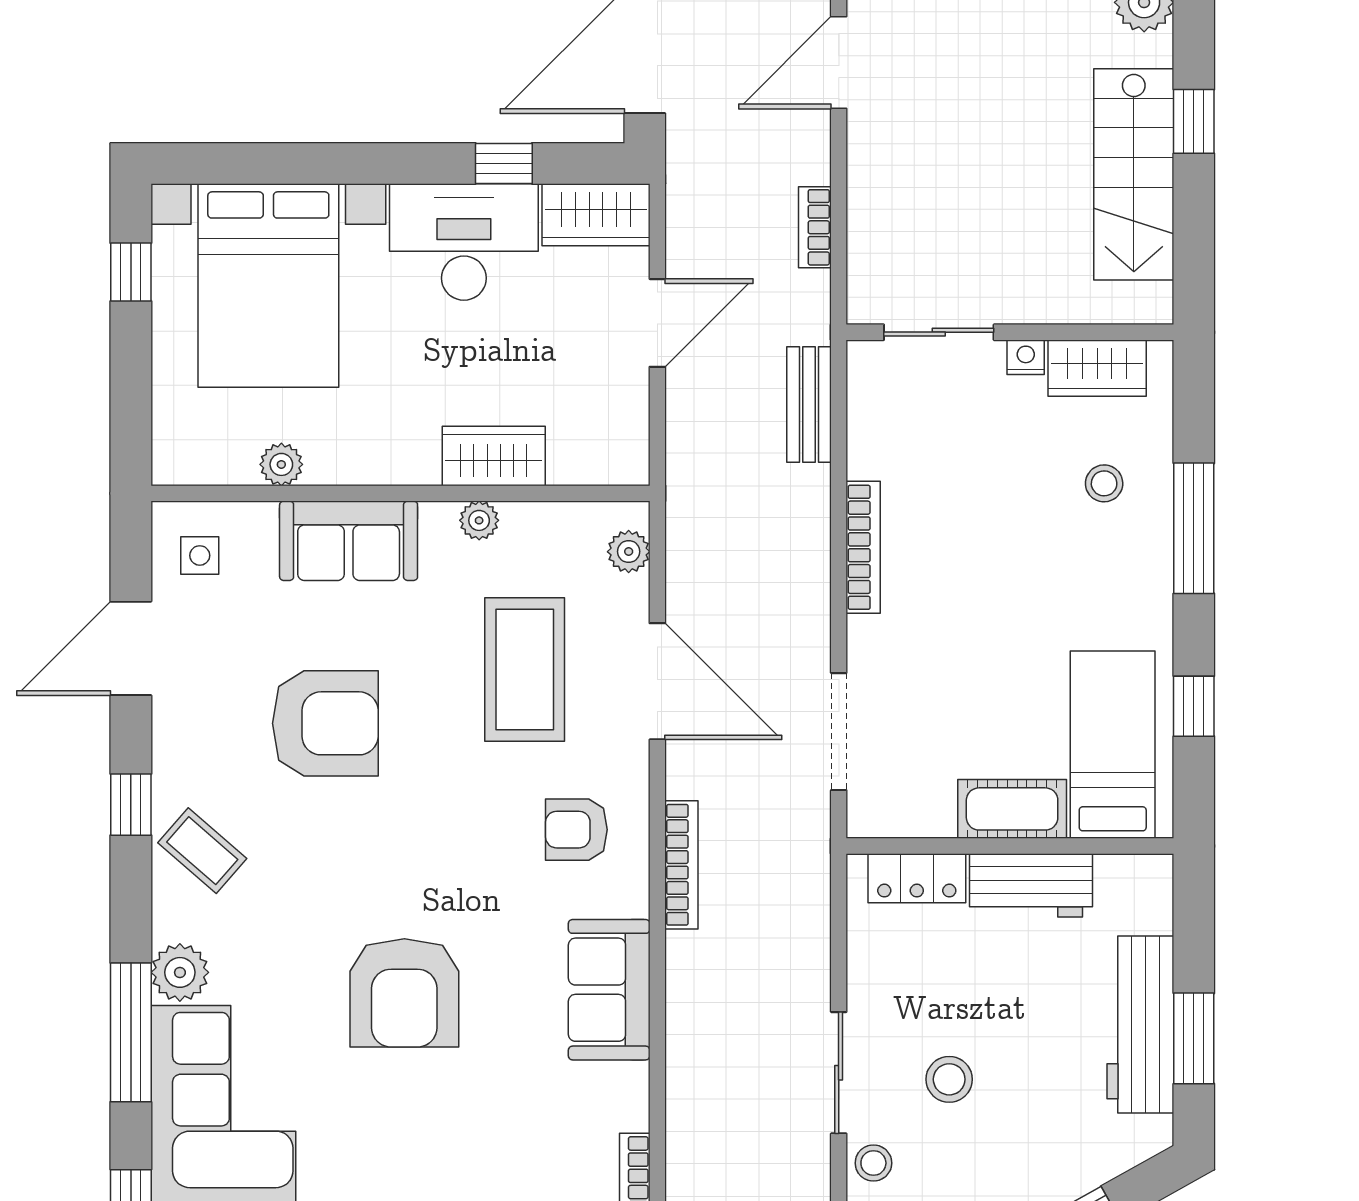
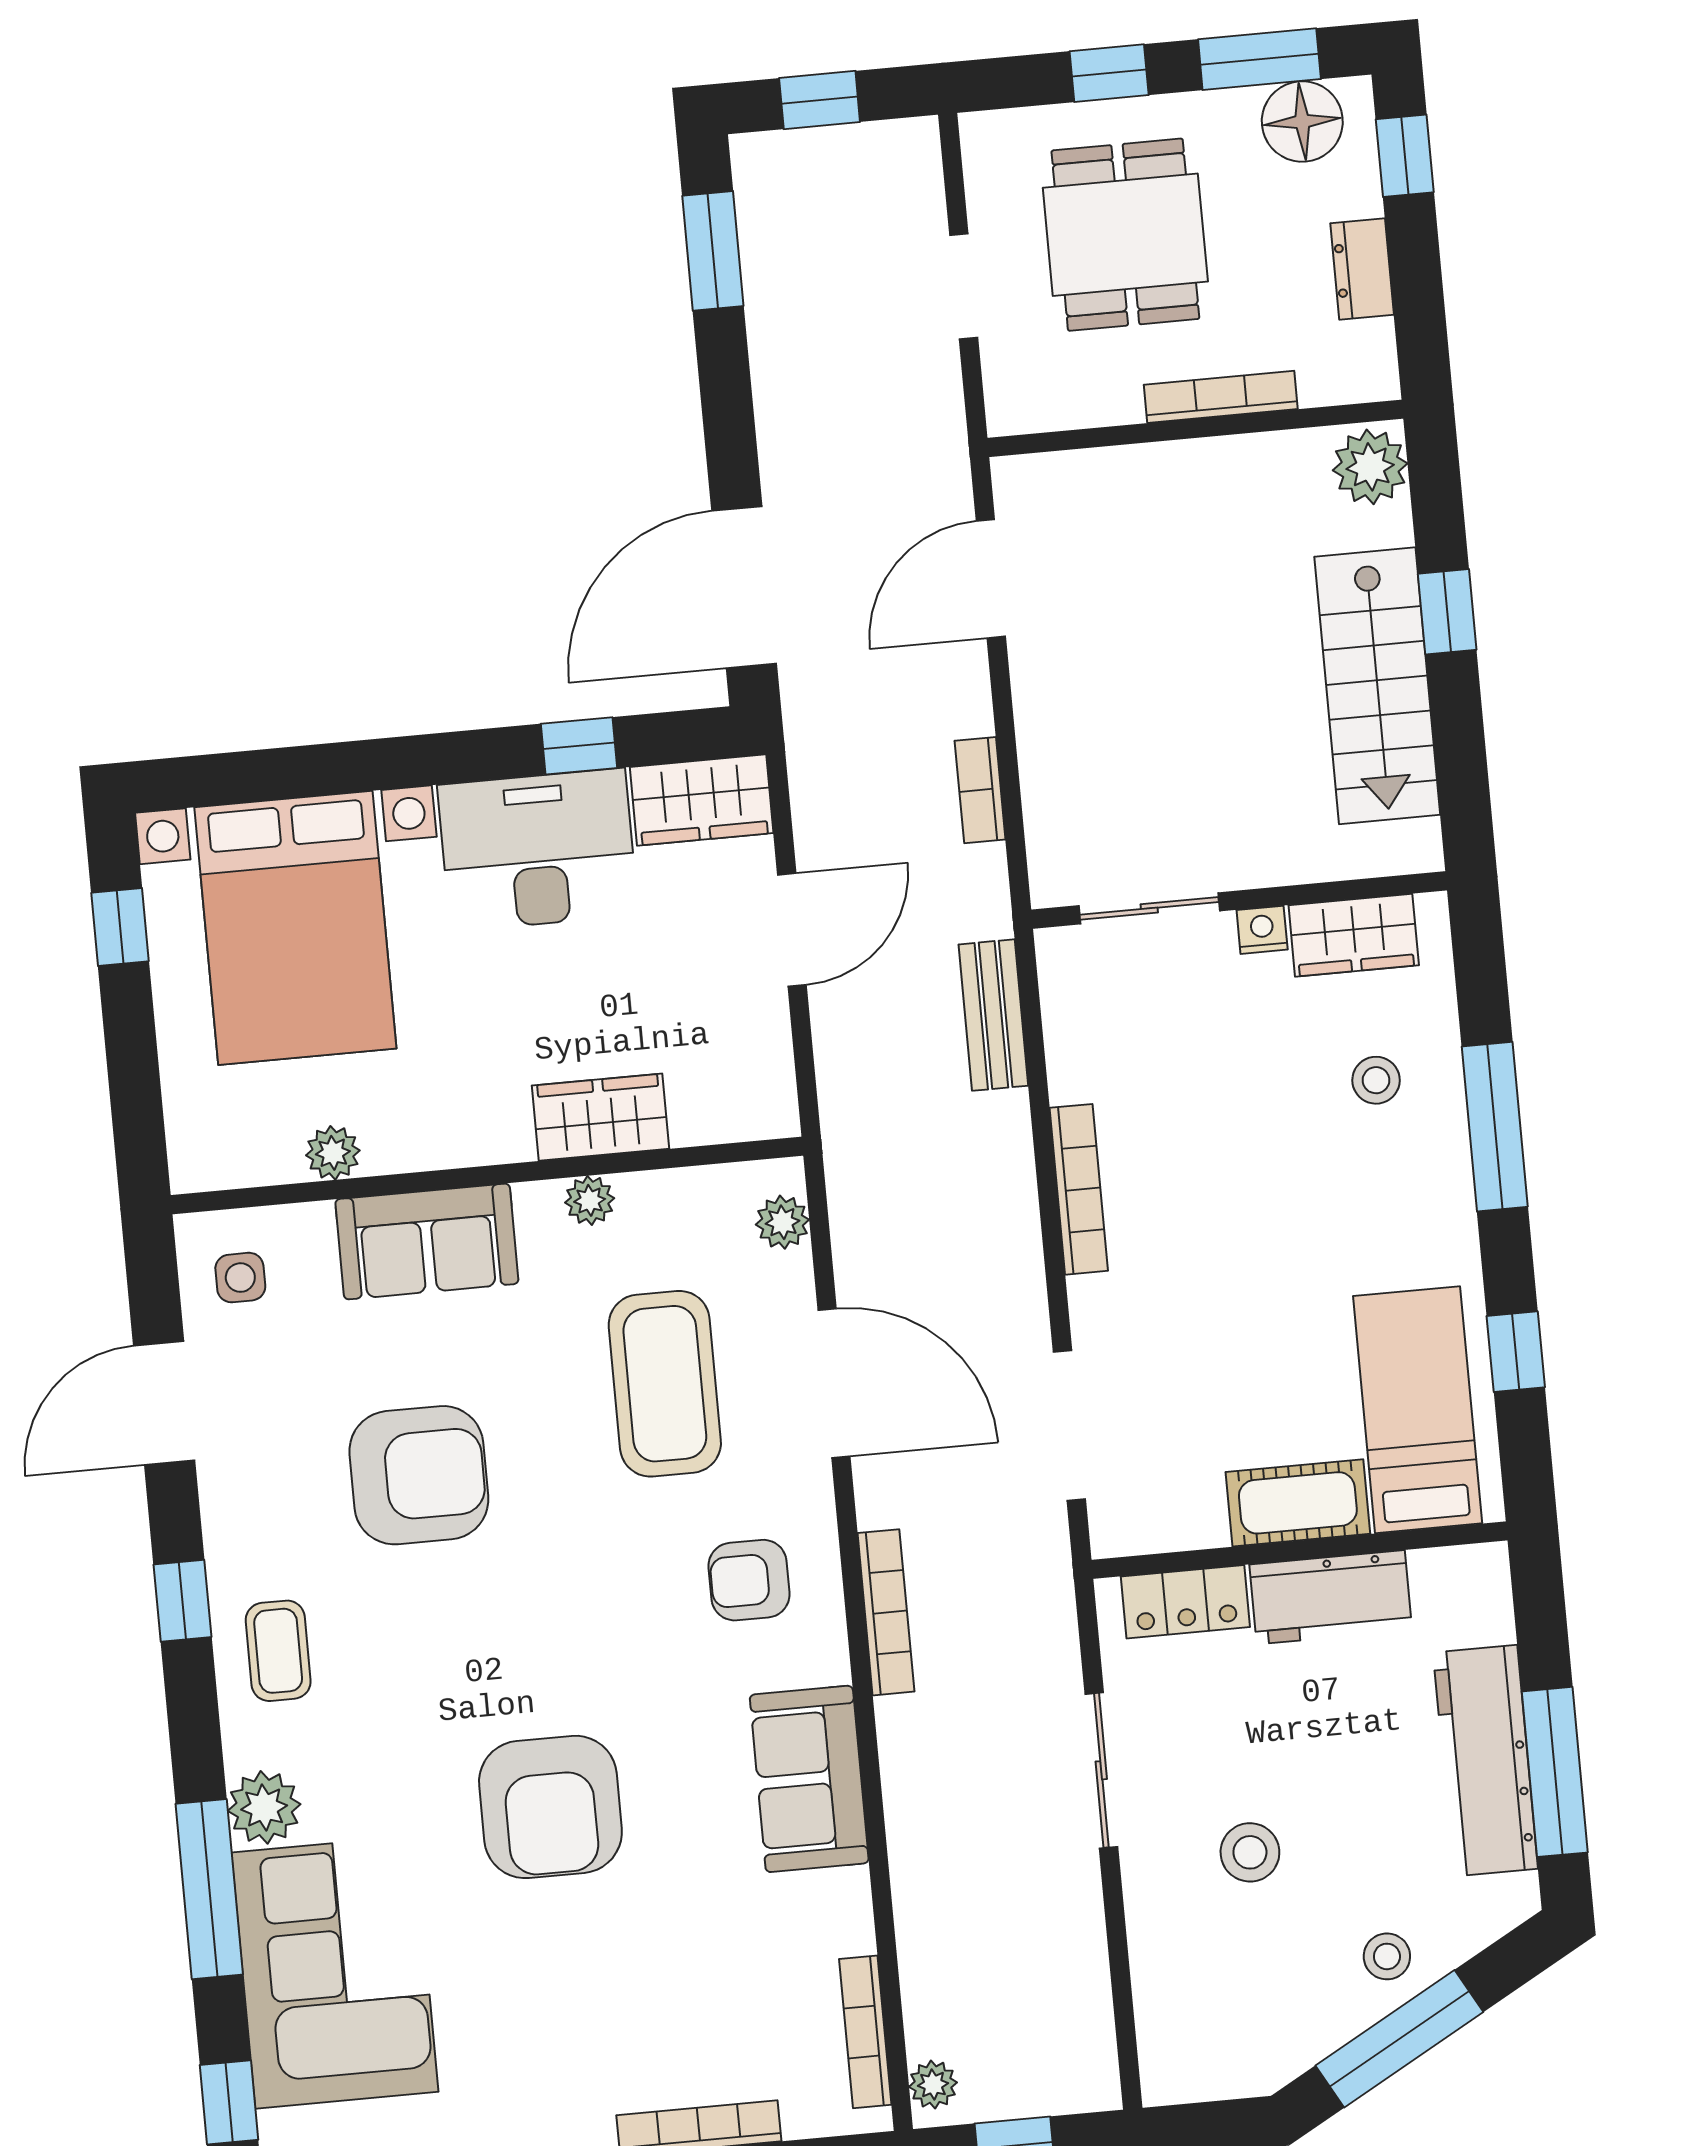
coffee table: (202, 851) -> (278, 1651), turned 49
window: (1194, 1038) -> (1555, 1772), width x1.44
sliding door: (839, 1073) -> (1101, 1770), moved
stool: (873, 1163) -> (1387, 1956), moved

